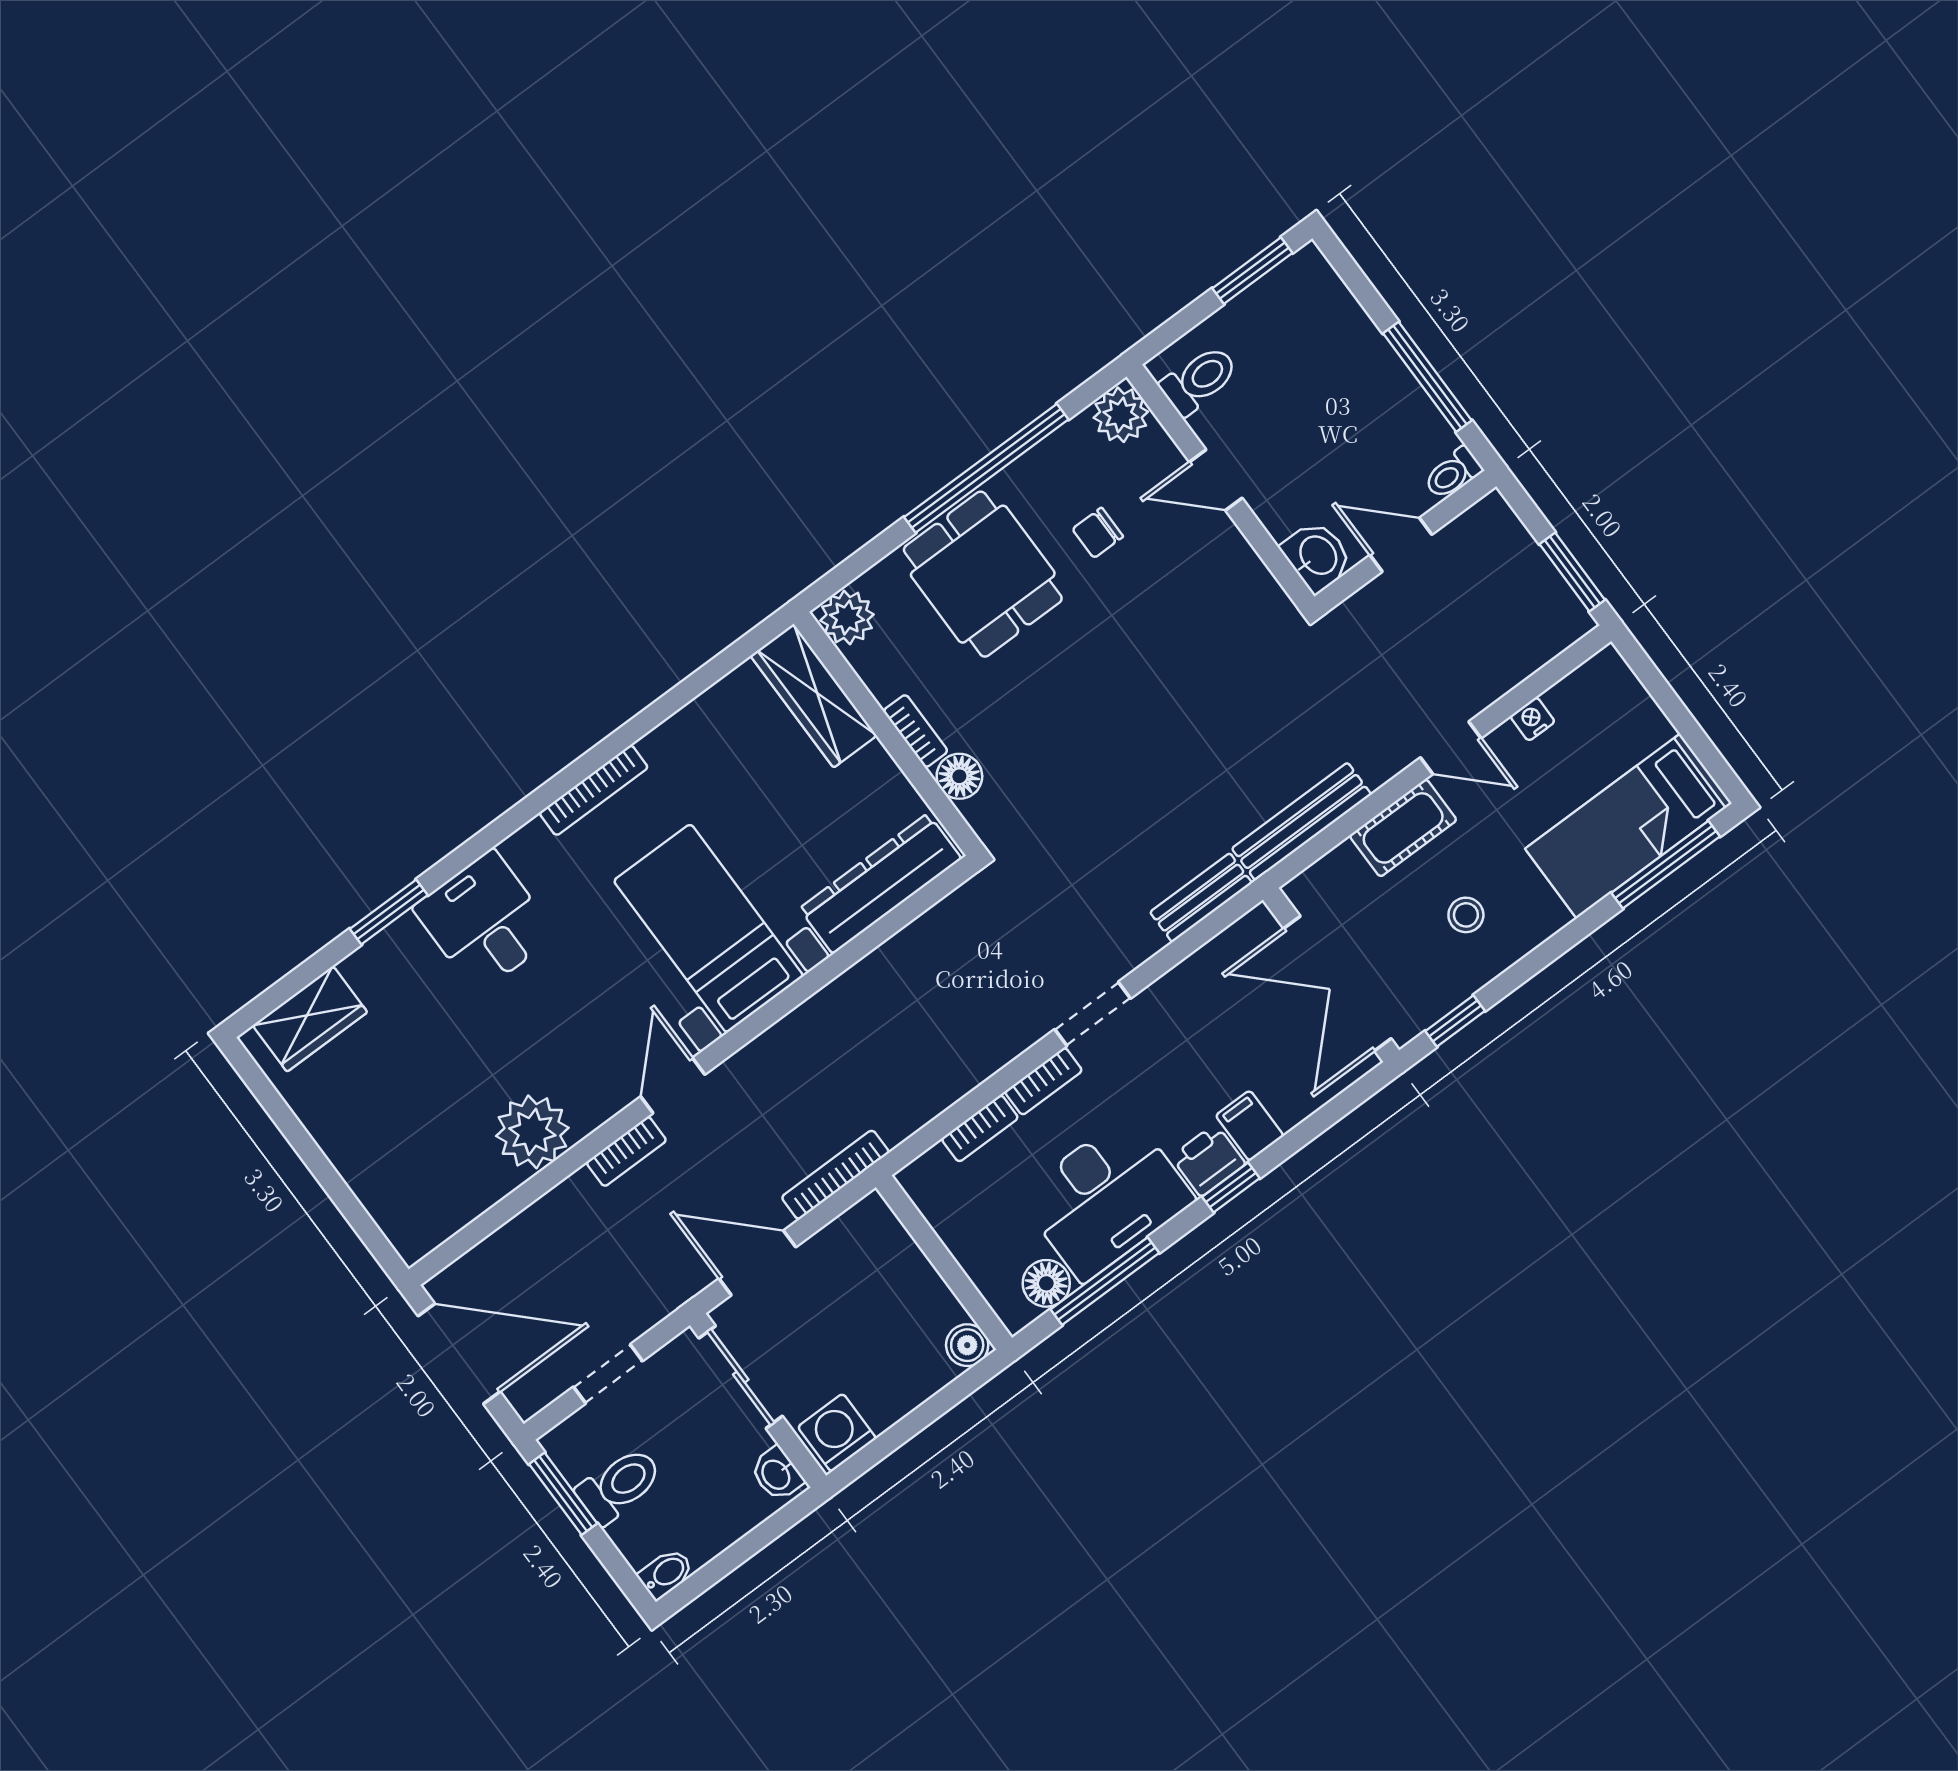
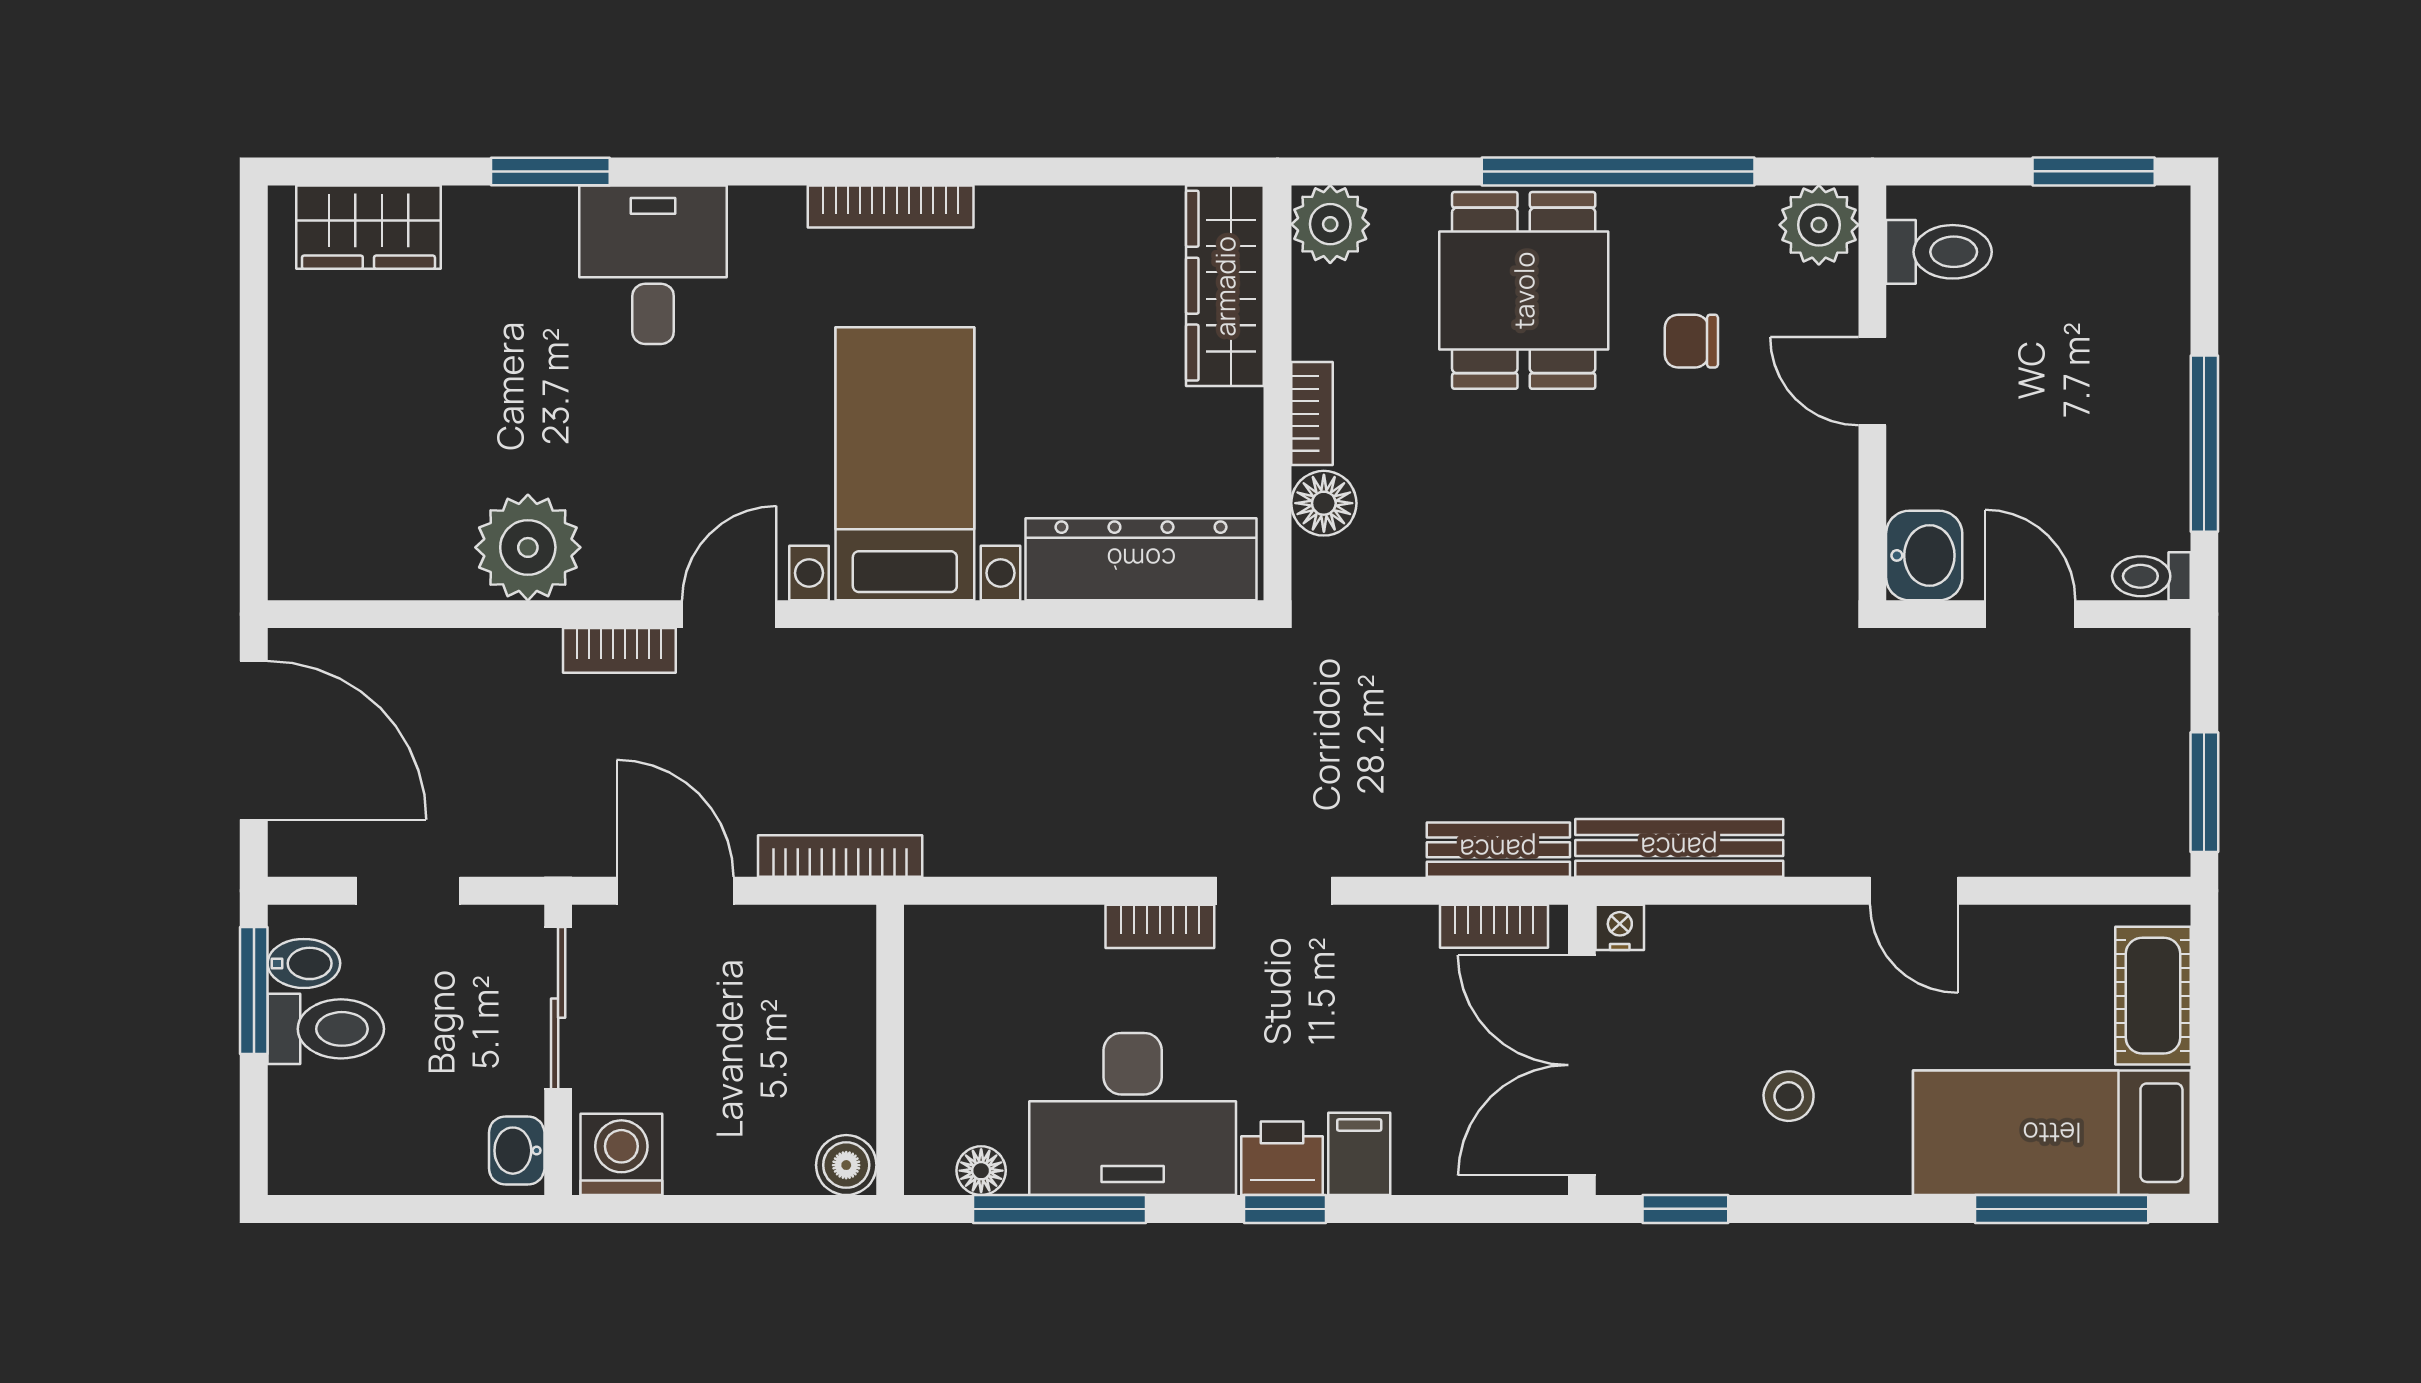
nightstand: (1532, 719) -> (1620, 927), moved
cot: (1403, 828) -> (2153, 996), moved, turned 90
bookcase: (980, 1128) -> (1494, 926), moved
floor lamp: (1046, 1283) -> (981, 1171), width x0.73, depth x0.73
bidet: (666, 1574) -> (304, 963), moved

